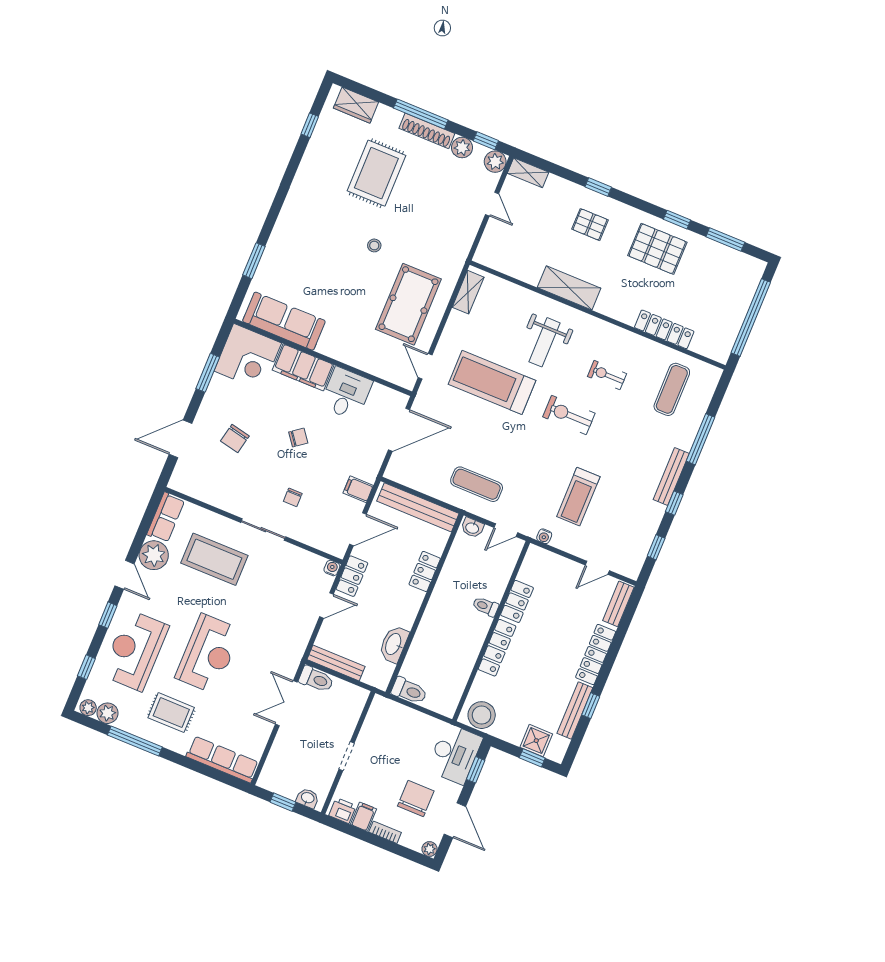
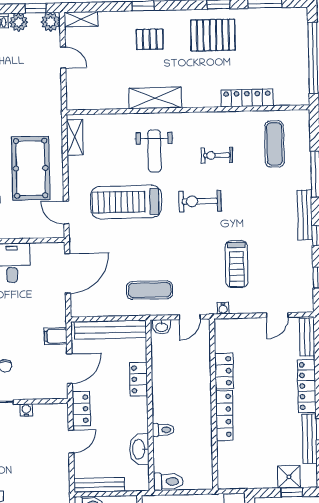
water cooler: (332, 568) -> (26, 410), moved
toilet: (486, 606) -> (163, 430), moved, turned 180
stool: (482, 715) -> (236, 476), removed

